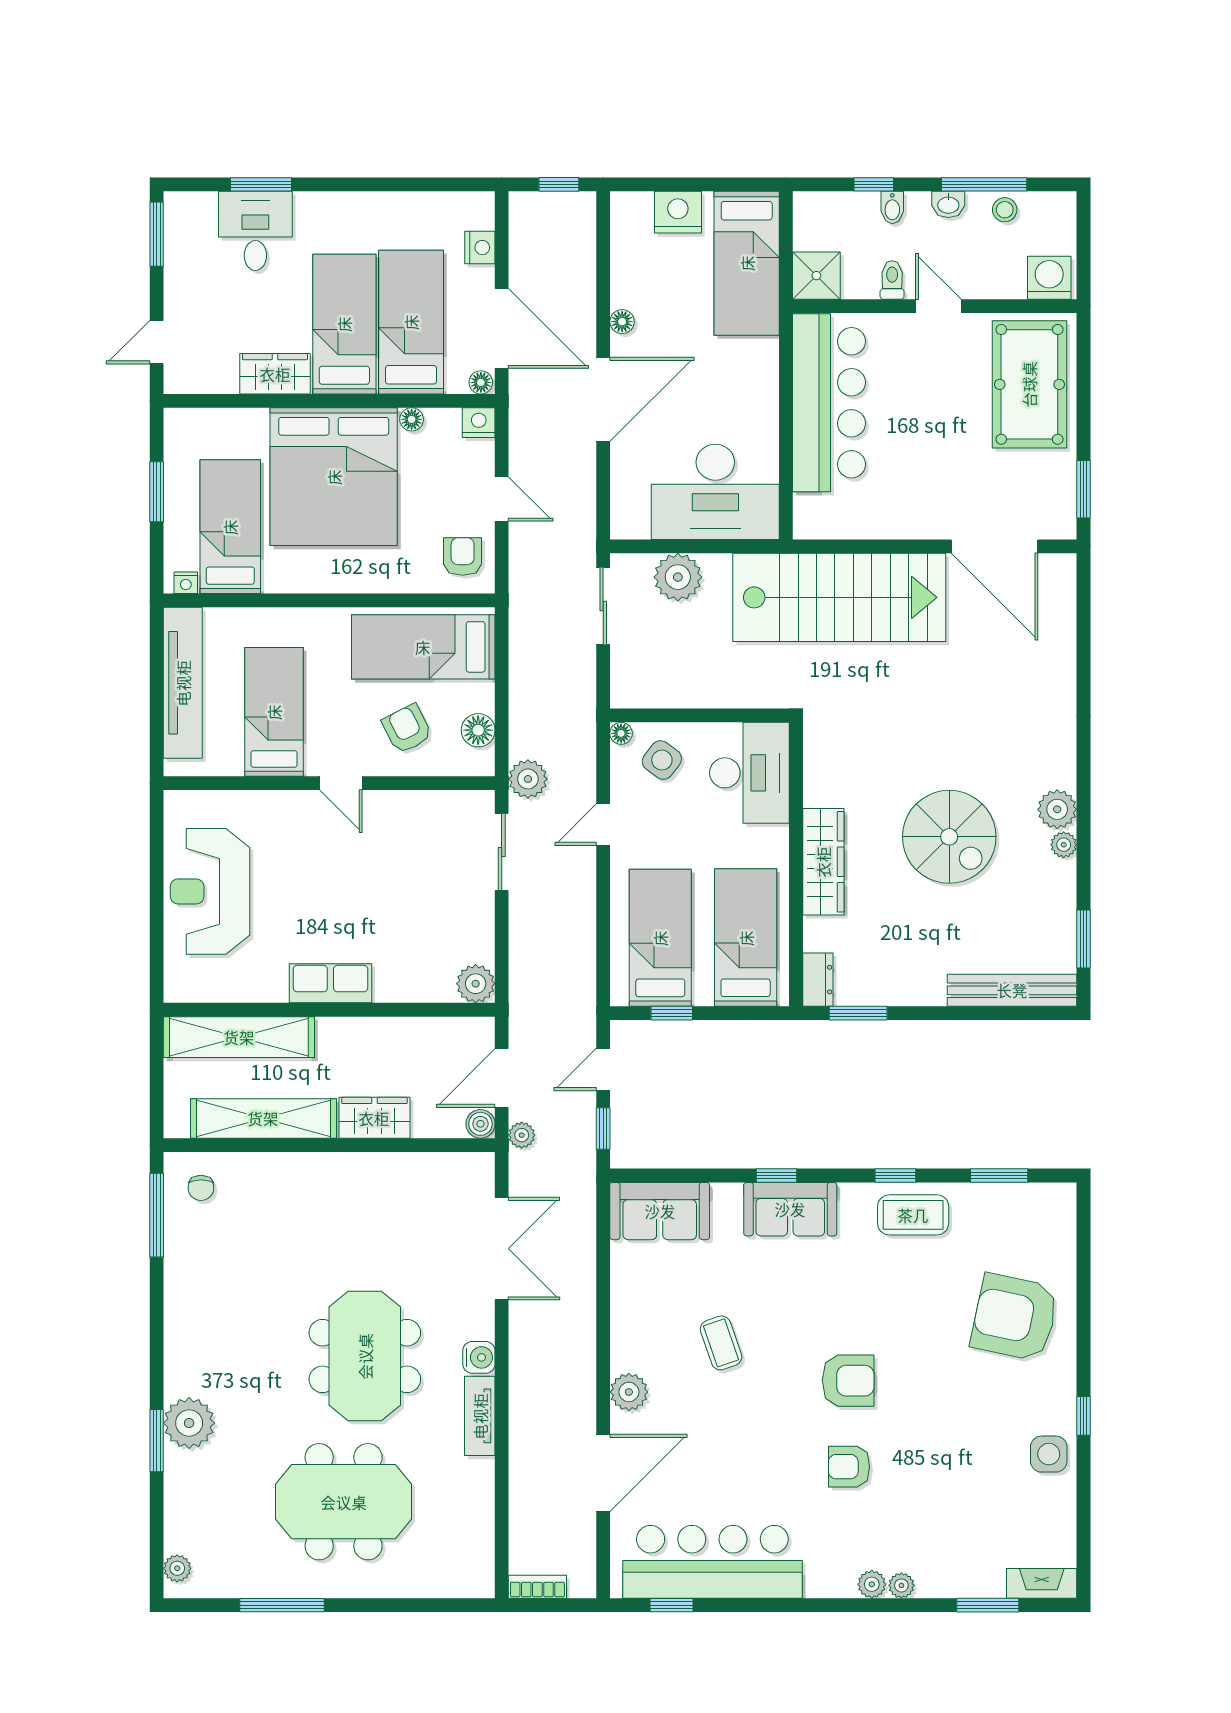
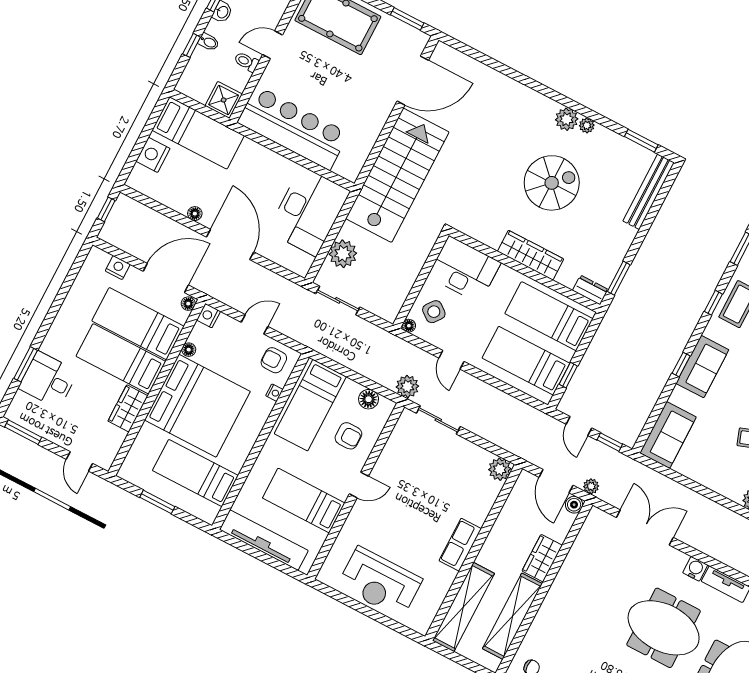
nightstand: (186, 583) -> (274, 393), moved
armchair: (407, 729) -> (348, 436), turned -153

